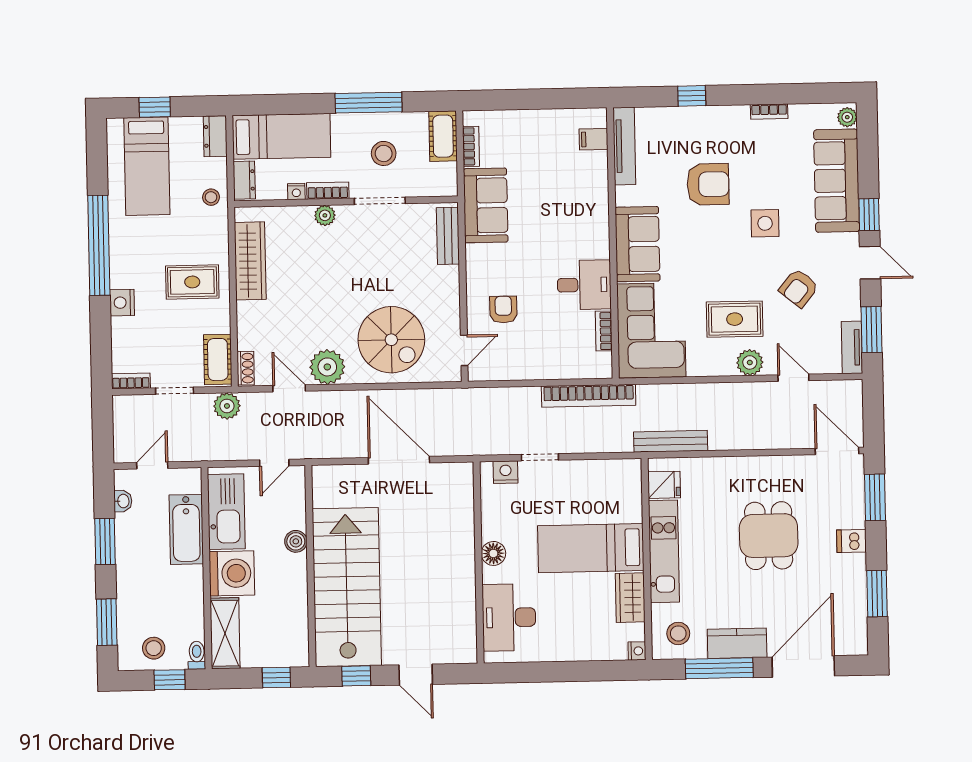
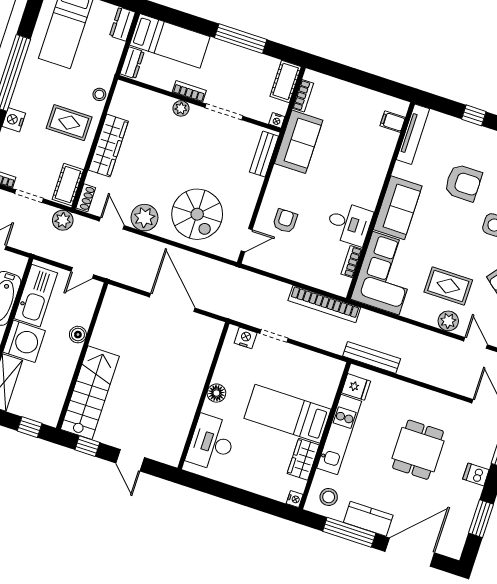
stool: (384, 153) -> (239, 79), removed
nightstand: (296, 192) -> (277, 120), moved
stool: (211, 197) -> (99, 94), moved
wardrobe: (250, 261) -> (108, 146), moved
stairs: (347, 587) -> (90, 393), width x0.73, depth x0.66

